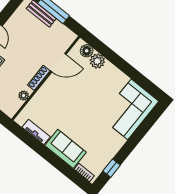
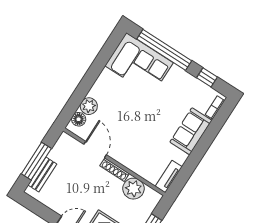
plant: (24, 96) -> (133, 189), width x1.88, depth x1.88
tv unit: (36, 132) -> (169, 177), moved
window: (140, 133) -> (164, 50), added

